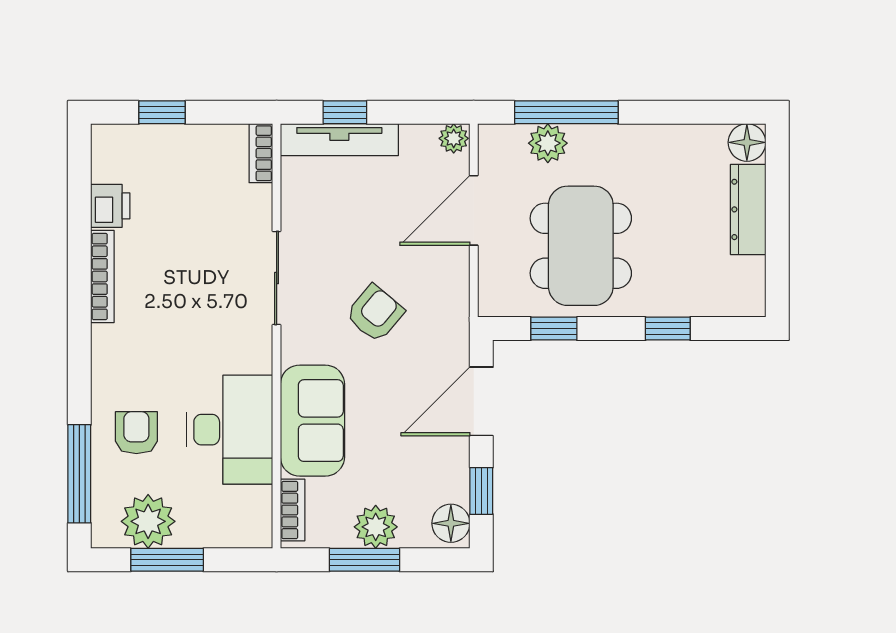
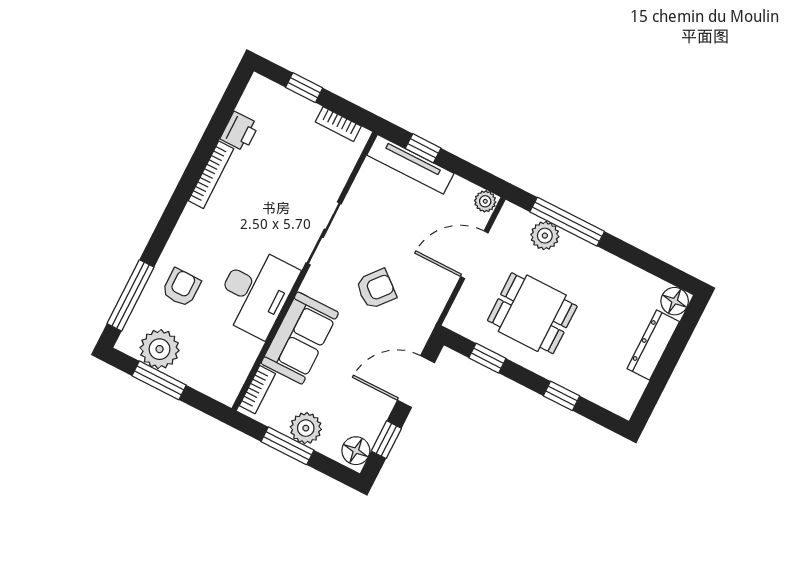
bookcase: (261, 153) -> (338, 124), moved, turned -90
dining table: (581, 246) -> (532, 313), width x0.73
desk: (230, 430) -> (256, 292), moved

